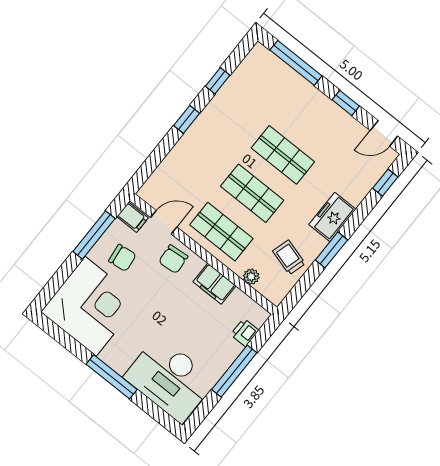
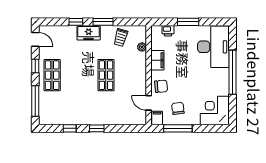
shop shelf: (283, 155) -> (52, 75), moved
window: (385, 183) -> (76, 22), moved
shop shelf: (221, 232) -> (133, 75), removed
corner desk: (91, 306) -> (215, 111), width x0.74, depth x0.74
window: (234, 371) -> (188, 22), width x0.69
window: (112, 377) -> (232, 72), width x1.46

